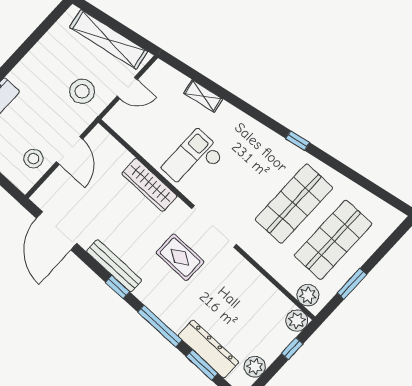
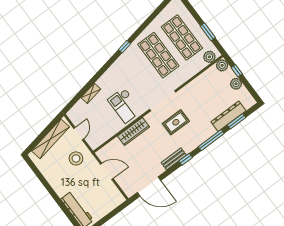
stool: (33, 159) -> (108, 192), removed
bench: (114, 266) -> (174, 159), width x0.73
plant: (255, 367) -> (236, 84), moved

